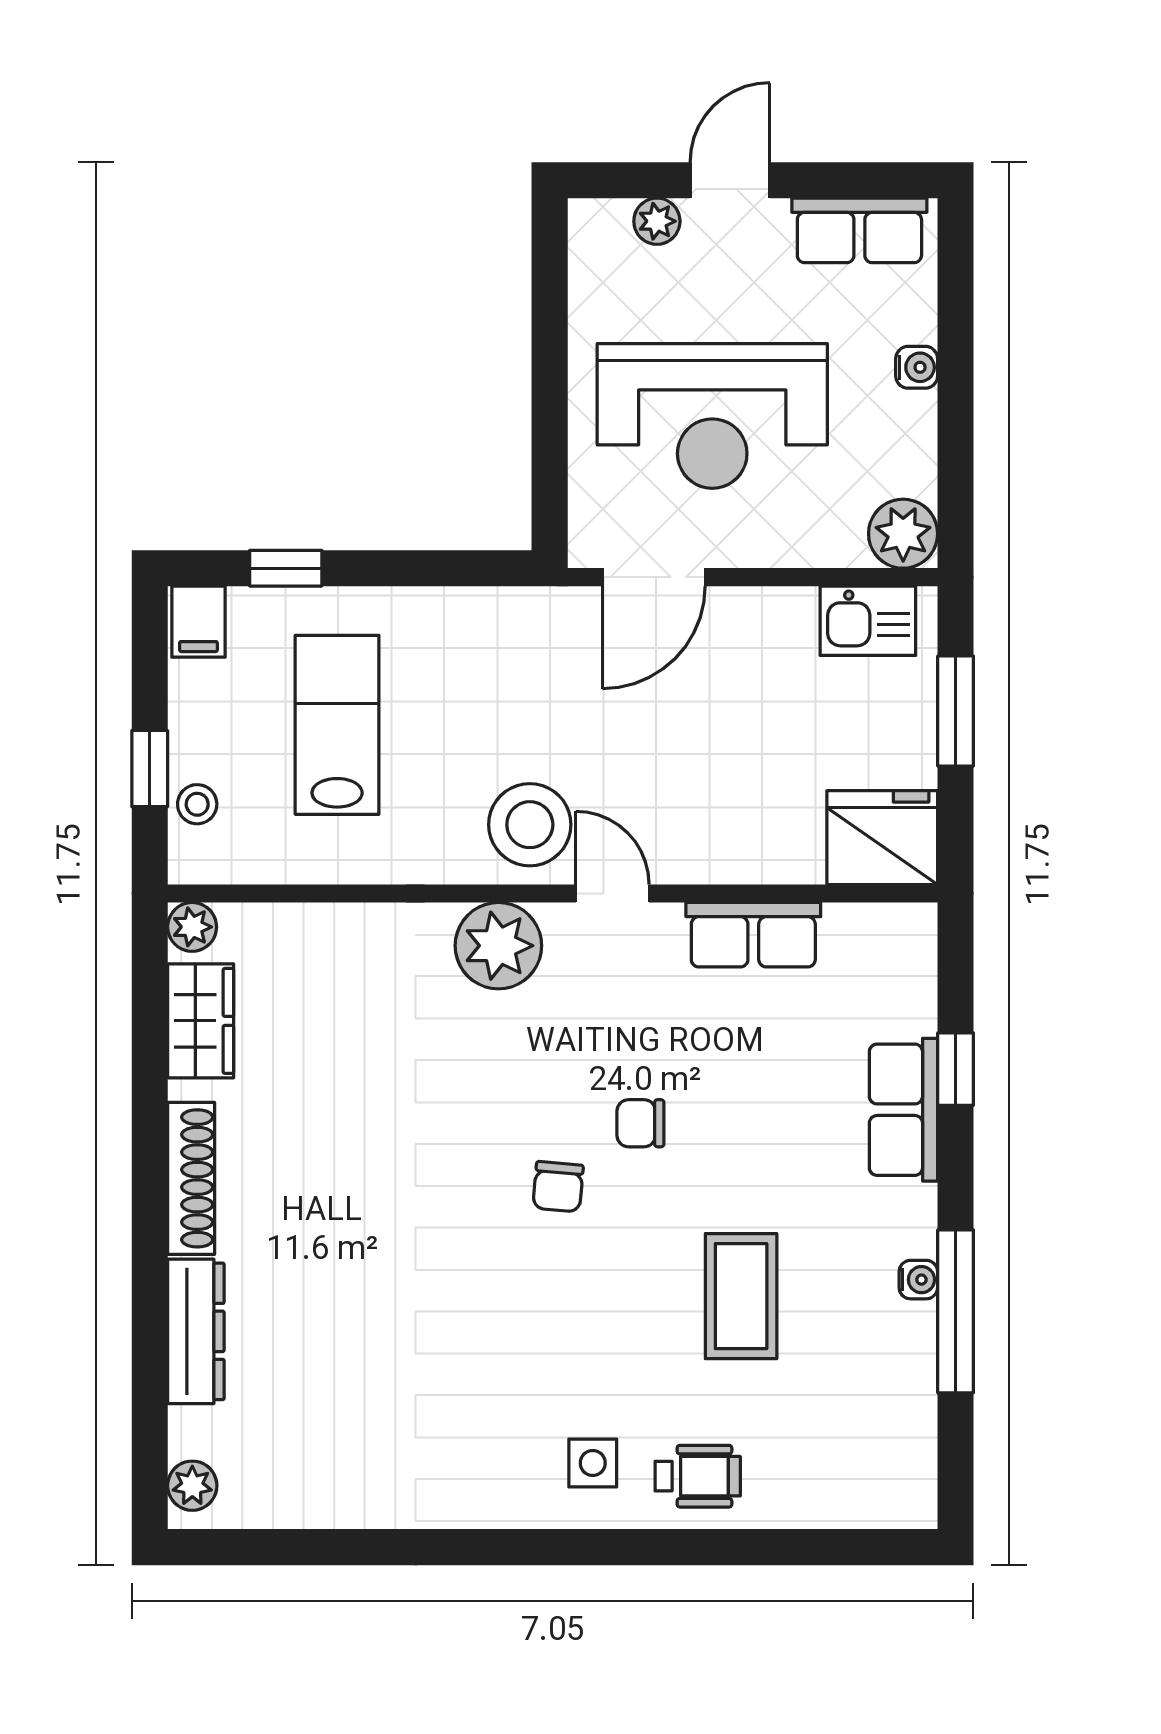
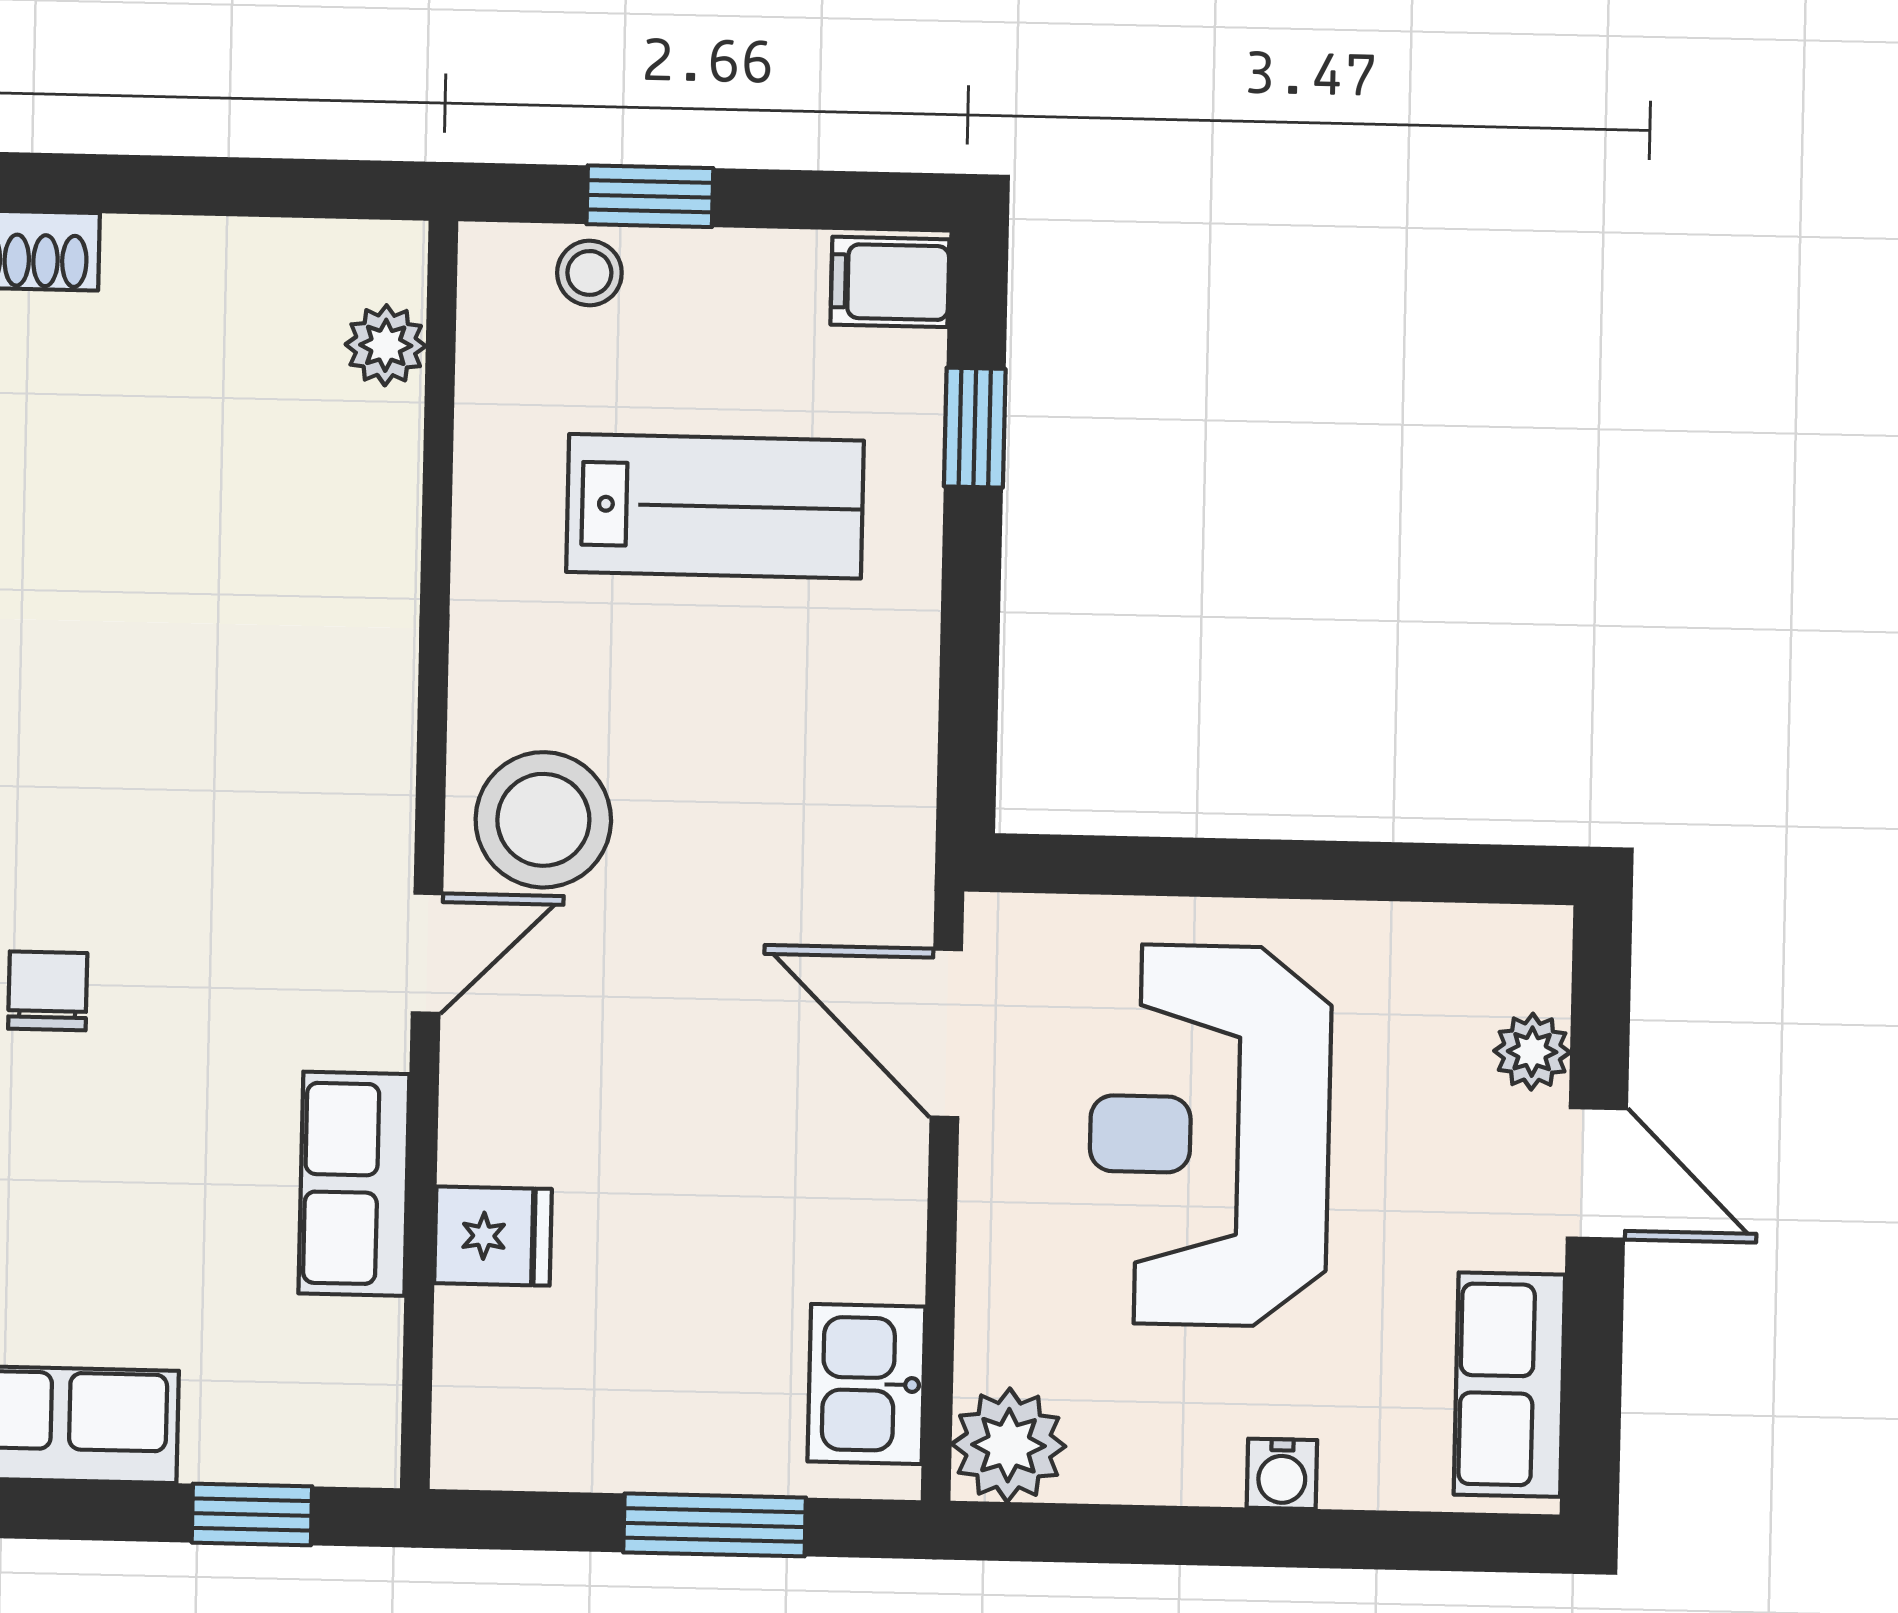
fridge: (882, 838) -> (493, 1236), moved, width x0.53, depth x0.75
plant: (192, 927) -> (386, 345), moved
plant: (498, 946) -> (345, 764), removed
wardrobe: (201, 1021) -> (233, 271), removed
window: (956, 1069) -> (252, 1514), moved

